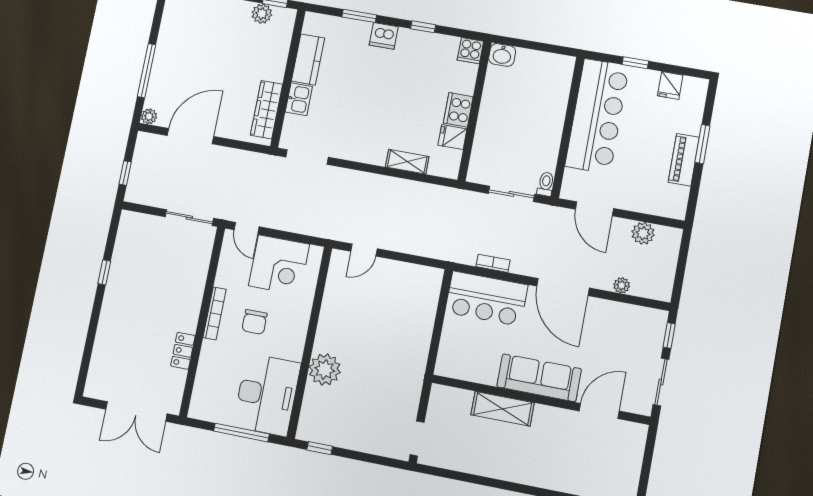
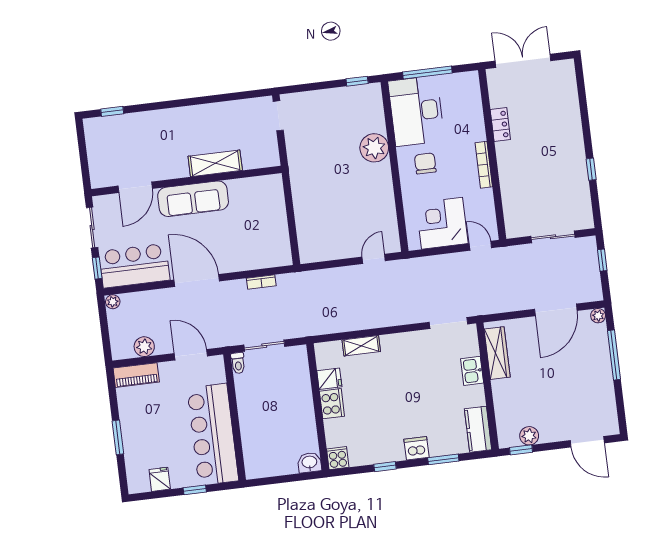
kitchen counter: (308, 59) -> (478, 429), moved
piano: (684, 160) -> (136, 375), moved, turned 90
sliding door: (189, 218) -> (553, 237), moved
plant: (622, 285) -> (113, 302), moved
bar counter: (487, 299) -> (134, 266), moved
chair: (254, 322) -> (425, 163), moved

